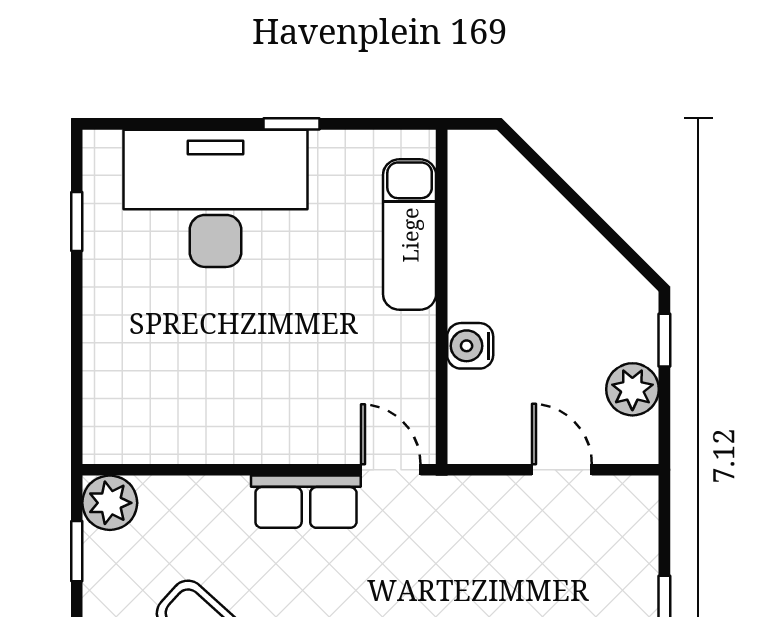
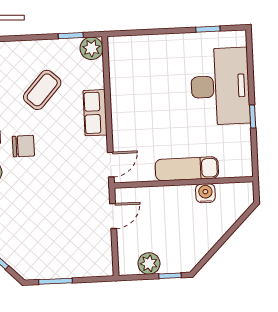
exam couch: (410, 235) -> (187, 169), moved
water cooler: (470, 346) -> (205, 193), moved
door: (562, 470) -> (113, 216), moved
row of seats: (306, 502) -> (95, 113), moved

